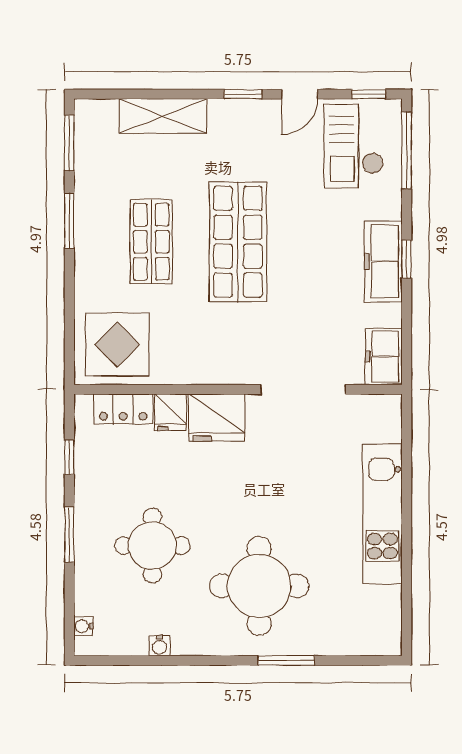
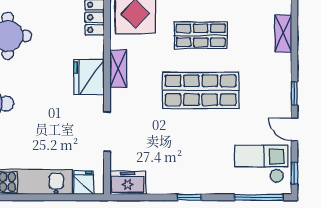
shelving: (163, 116) -> (283, 33), width x0.67, depth x0.75
freezer: (383, 261) -> (188, 183), removed
shelving: (204, 372) -> (118, 69), added
doorway: (303, 389) -> (107, 132), width x0.73
fridge: (171, 412) -> (84, 183), moved, turned 90

